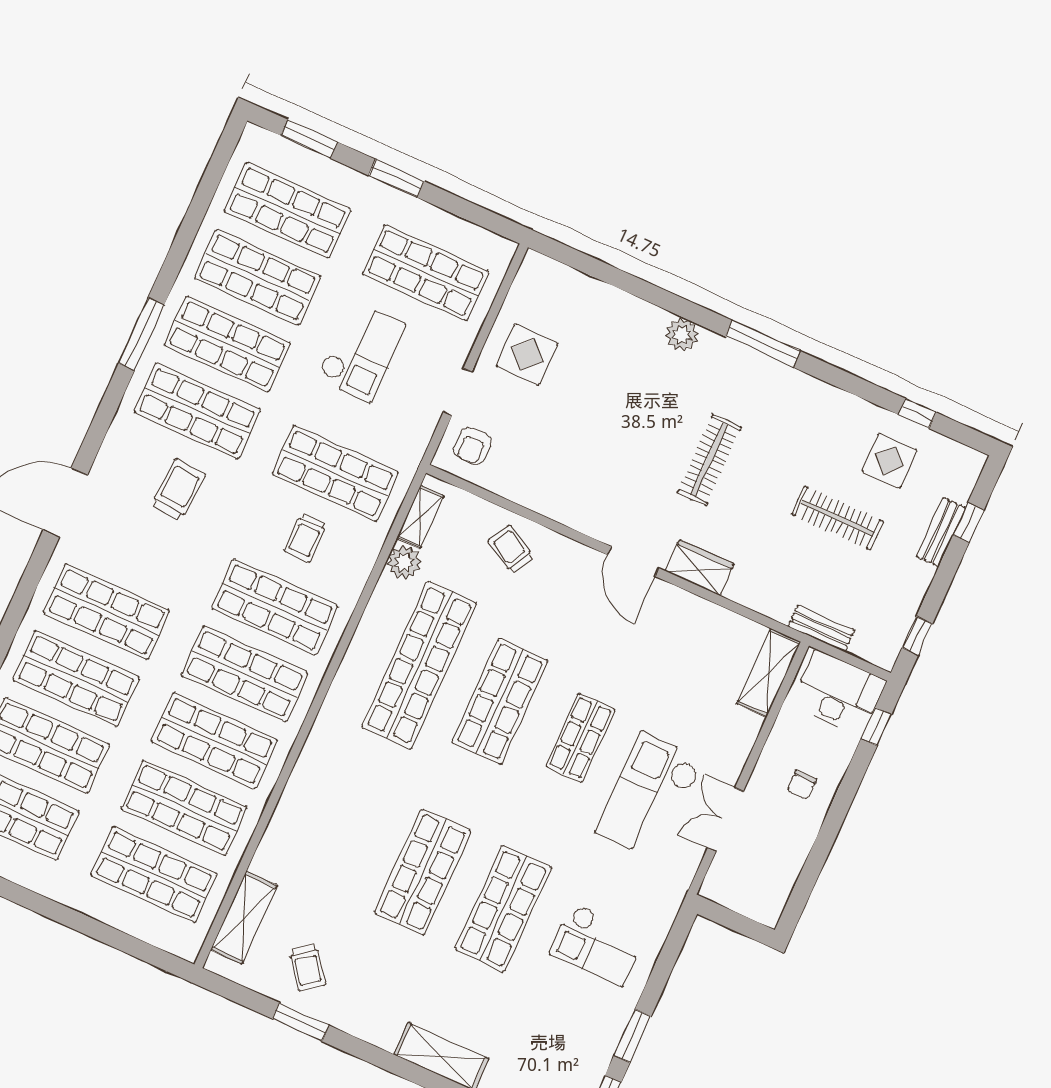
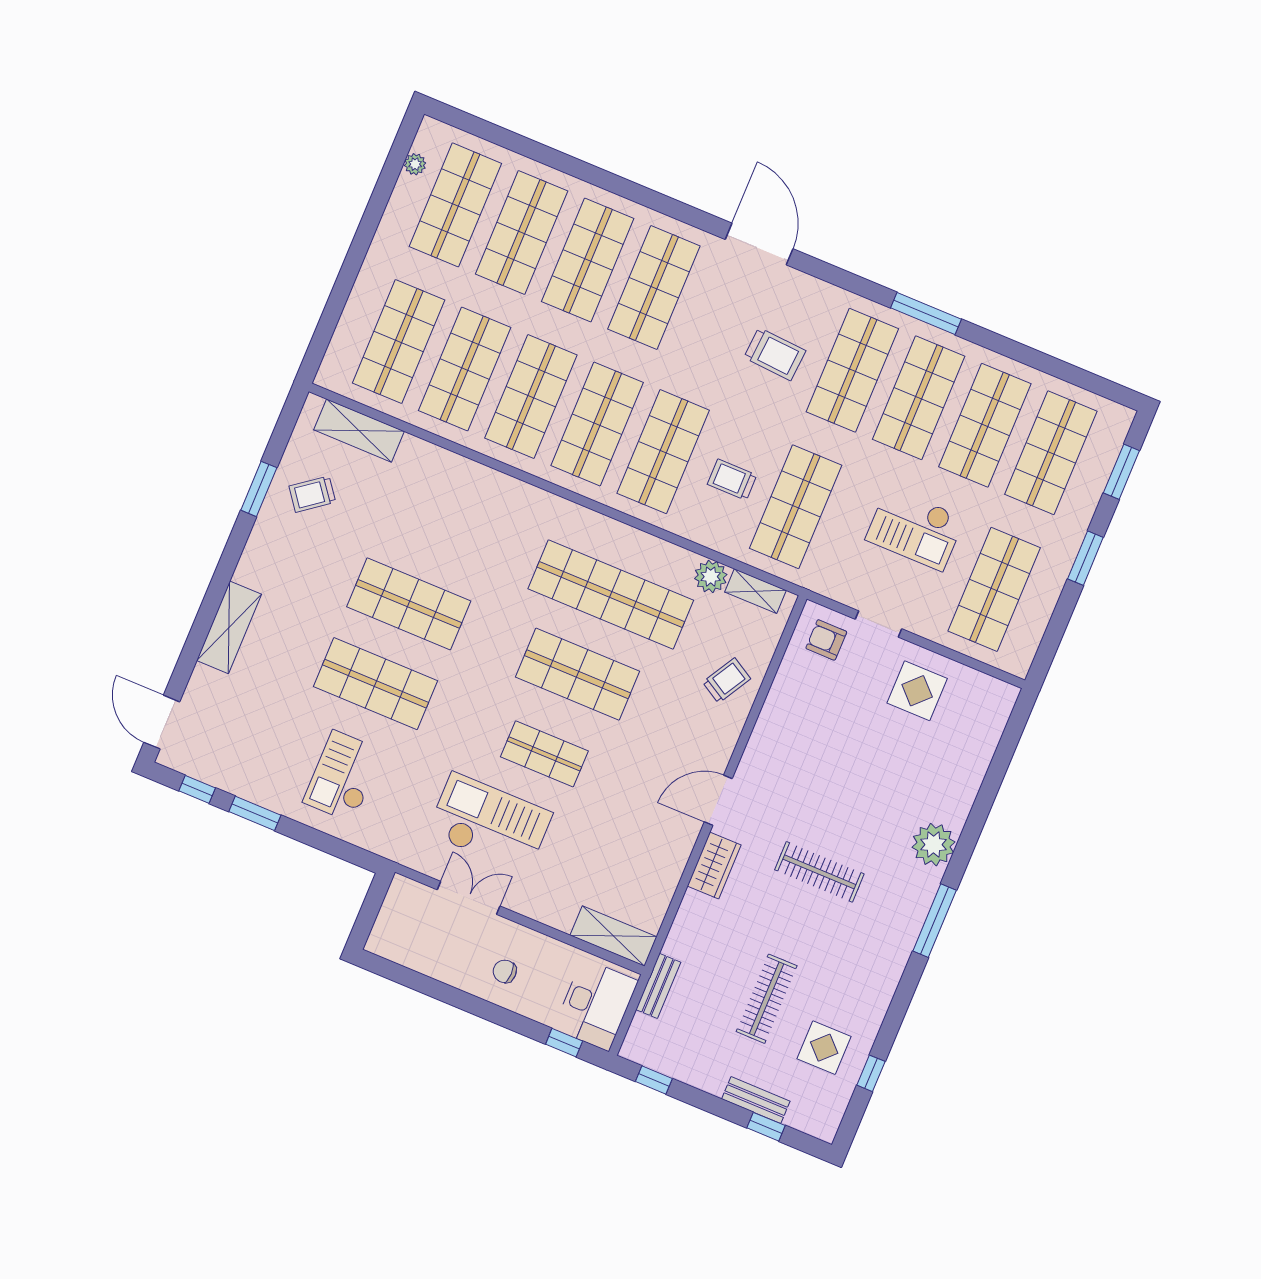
plant: (682, 335) -> (934, 845), width x1.36, depth x1.36

